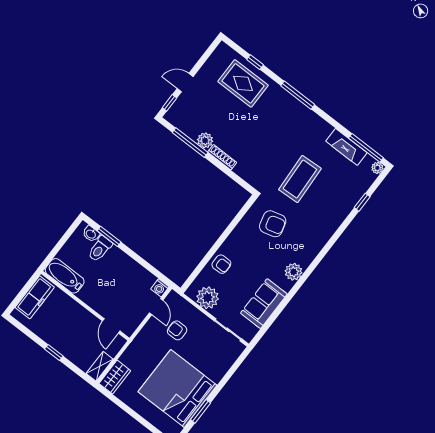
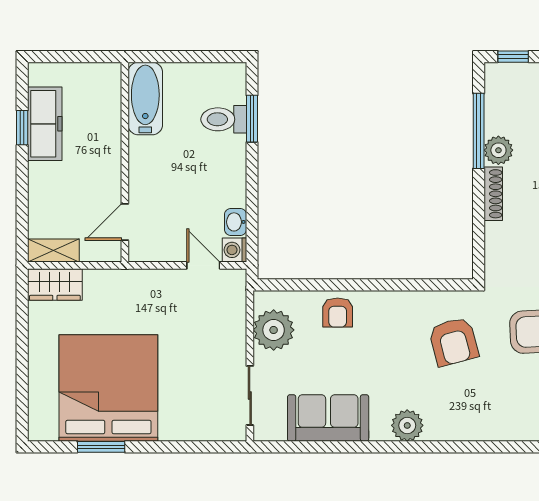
washbasin: (91, 234) -> (236, 222), moved
freezer: (35, 297) -> (45, 124), moved, turned -90
door: (156, 306) -> (203, 265), swing flipped
armchair: (177, 330) -> (192, 322), removed
window: (54, 352) -> (22, 128), moved

